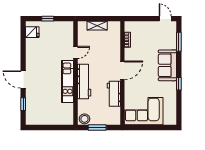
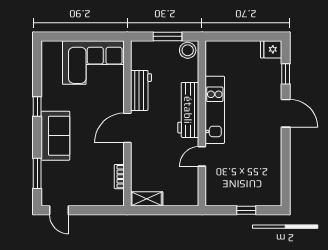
shelving: (97, 26) -> (147, 199), moved
fridge: (32, 32) -> (271, 49), moved

